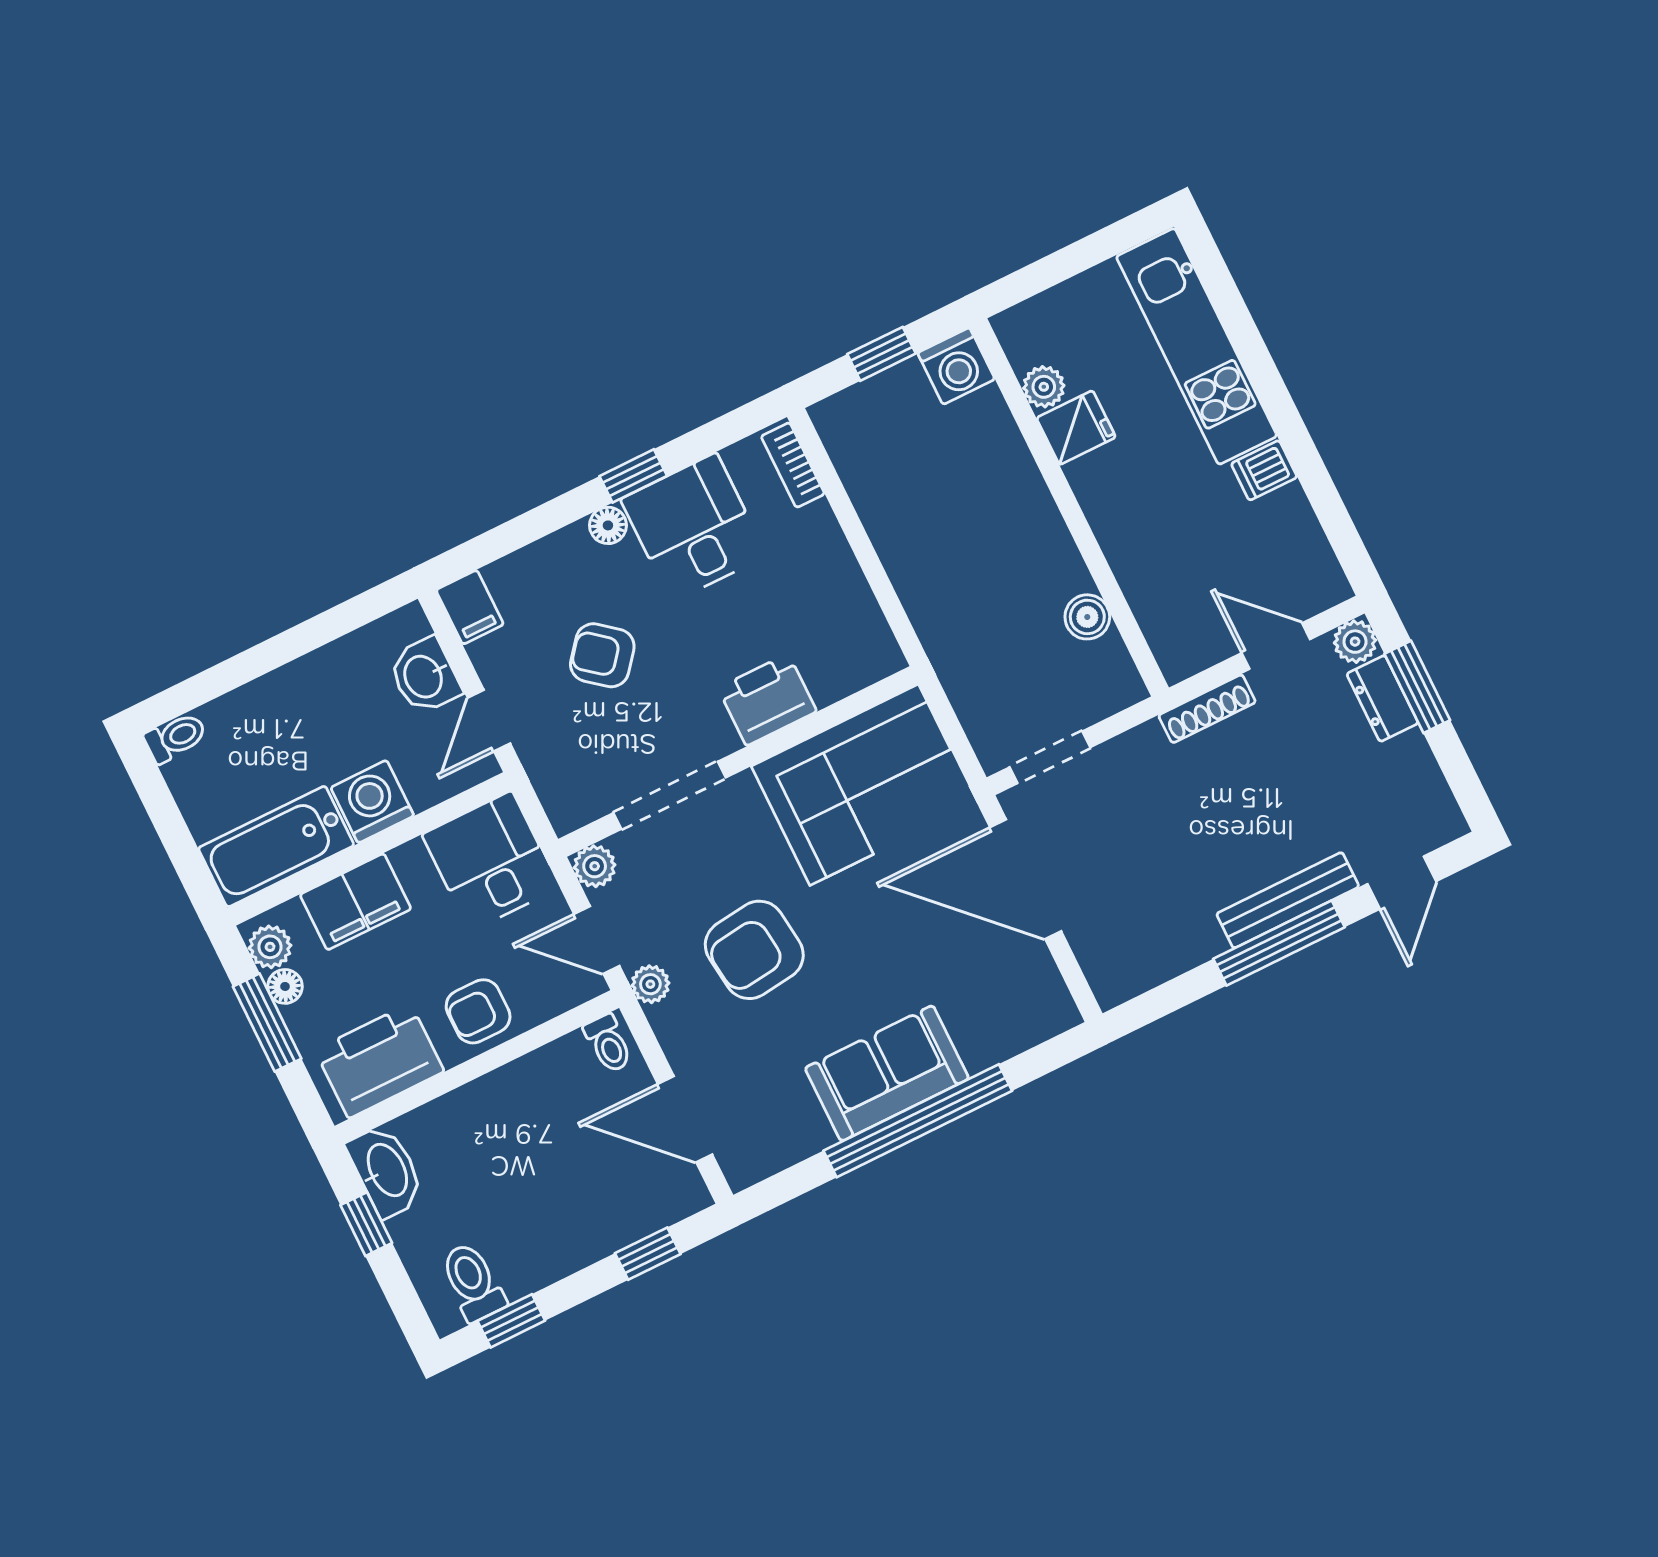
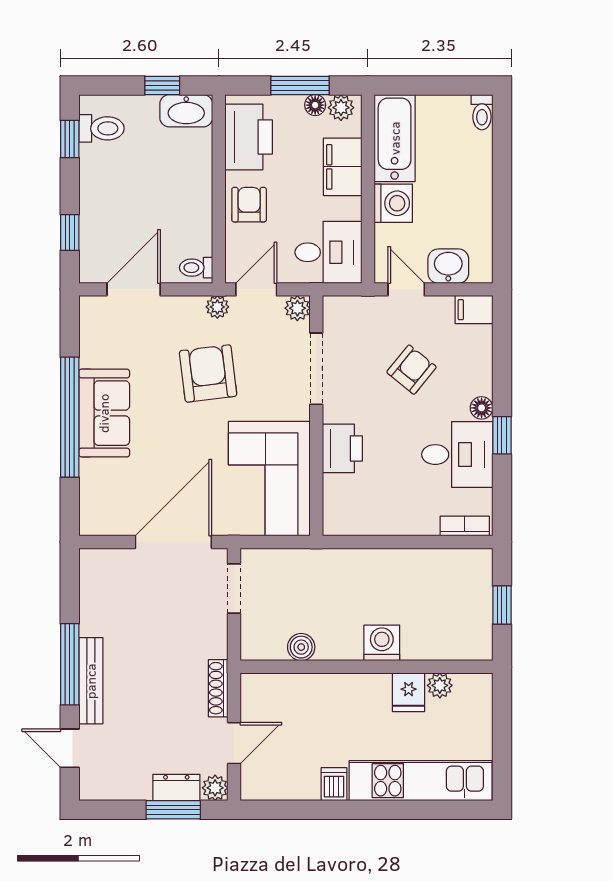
washing machine: (956, 366) -> (382, 643), moved, turned 90

